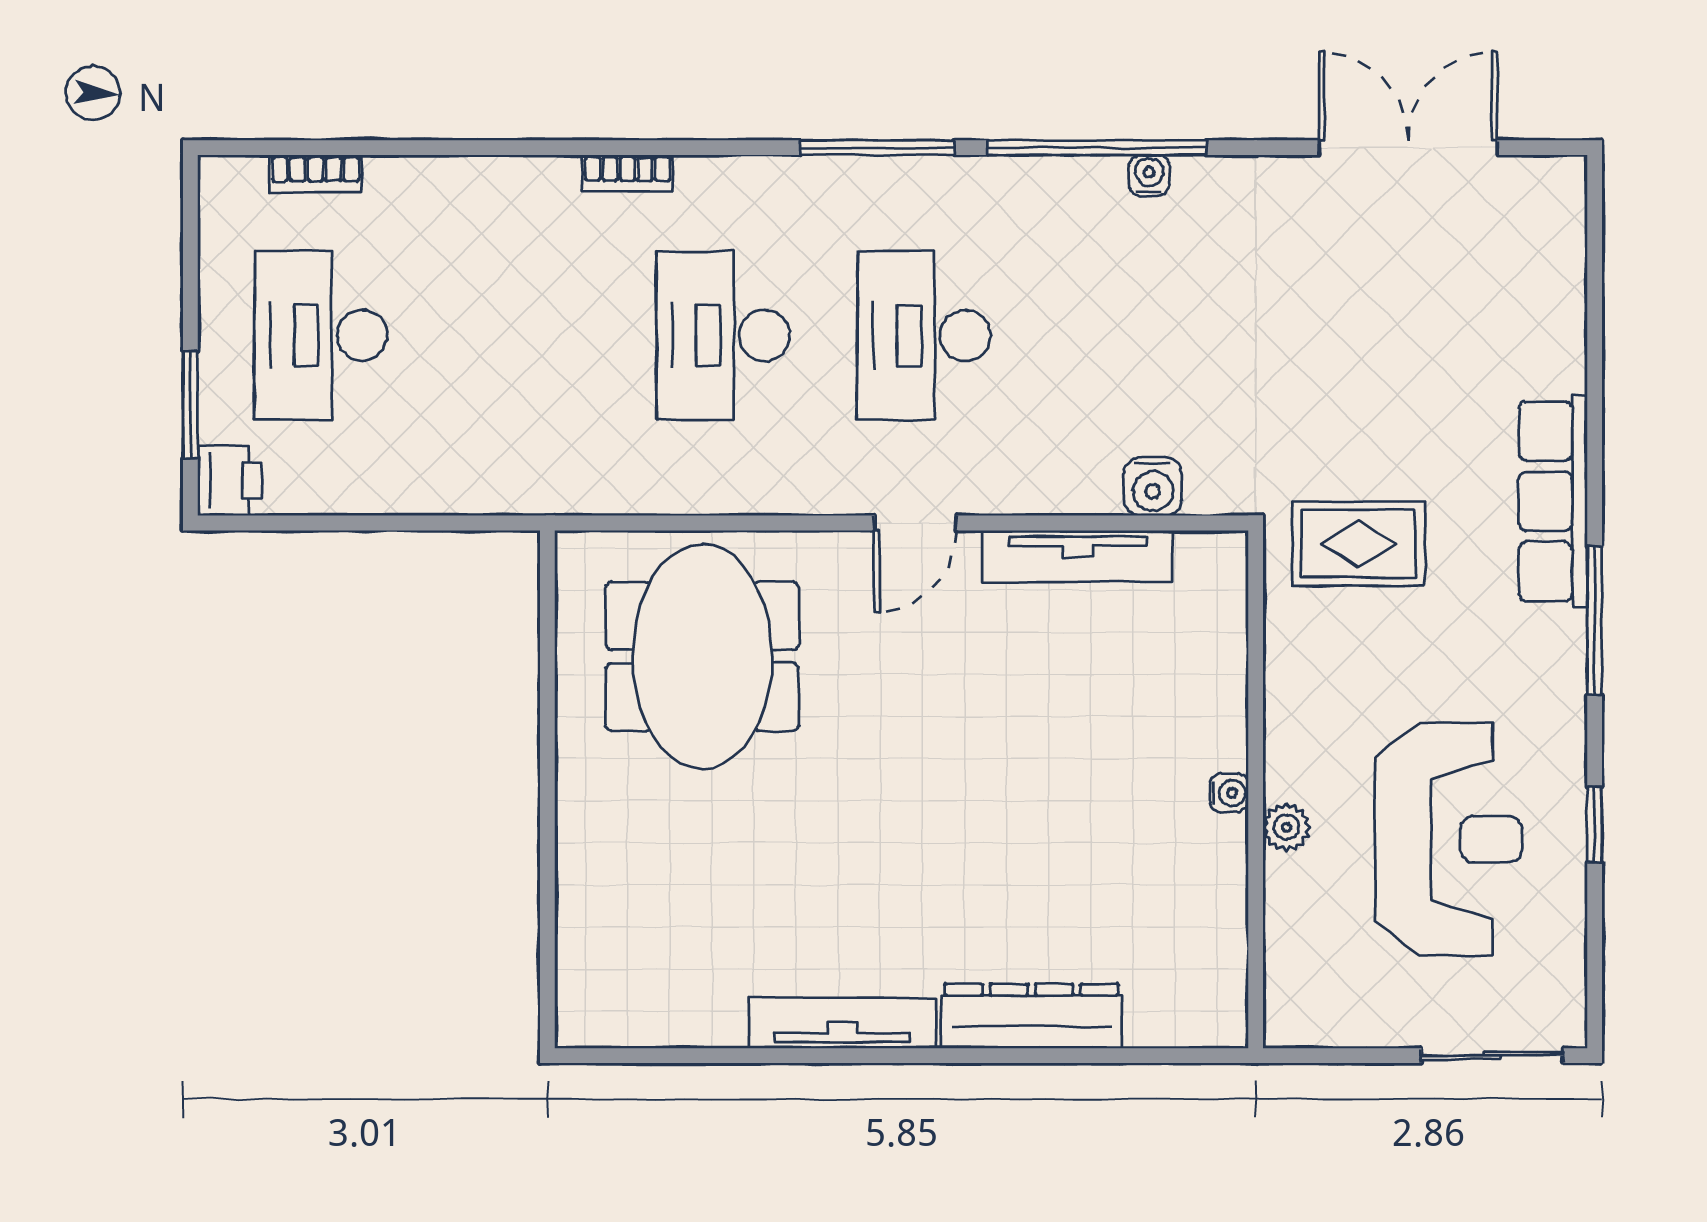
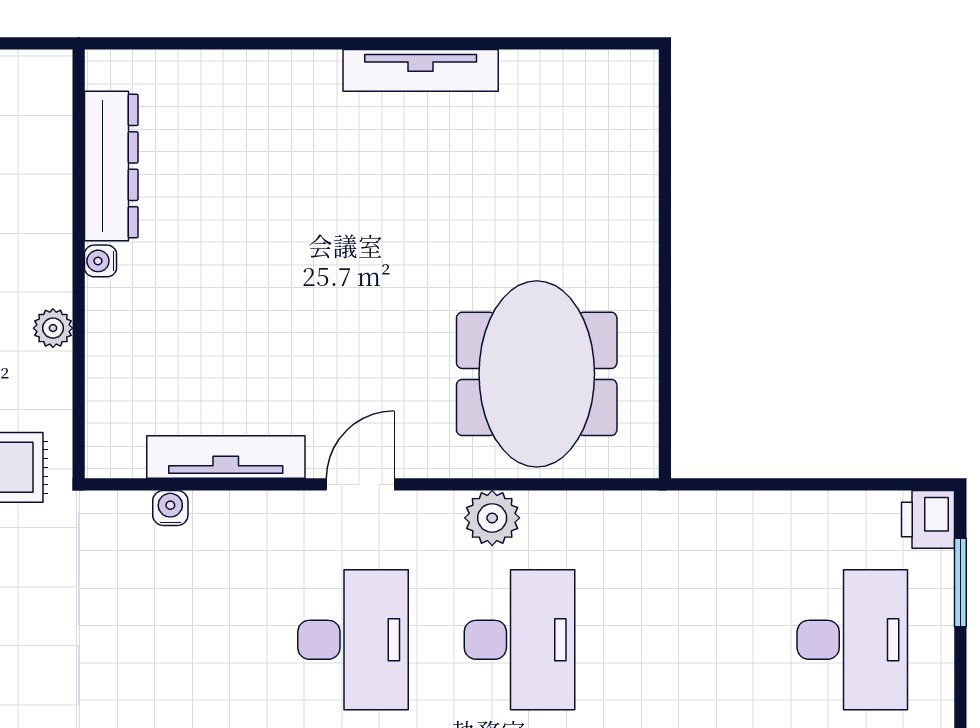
plant: (756, 482) -> (492, 518), added
water cooler: (1153, 486) -> (170, 508), width x0.72, depth x0.72
plant: (1286, 827) -> (53, 328), moved
dresser: (1031, 1016) -> (111, 166), moved, turned -90

